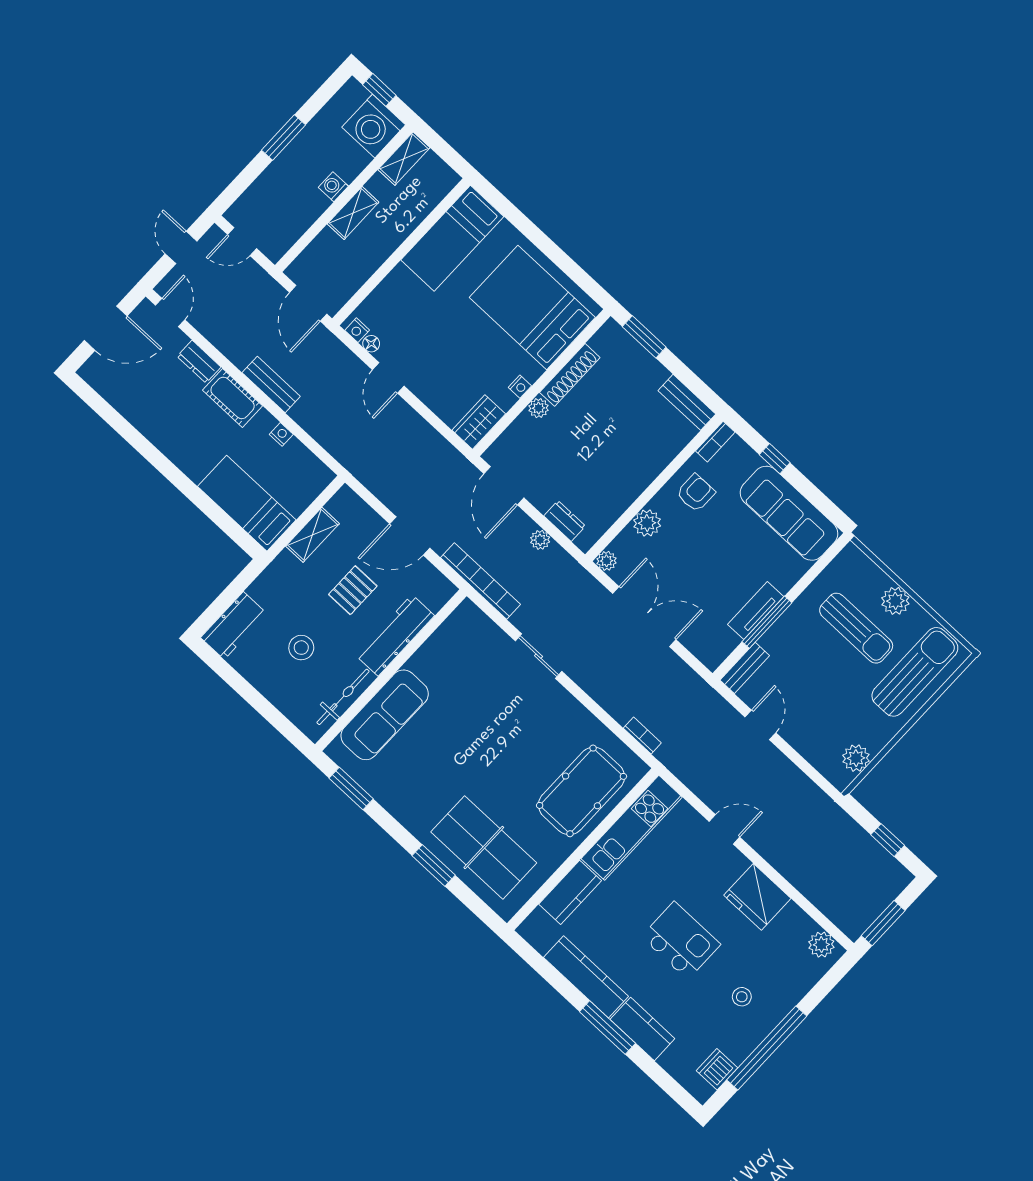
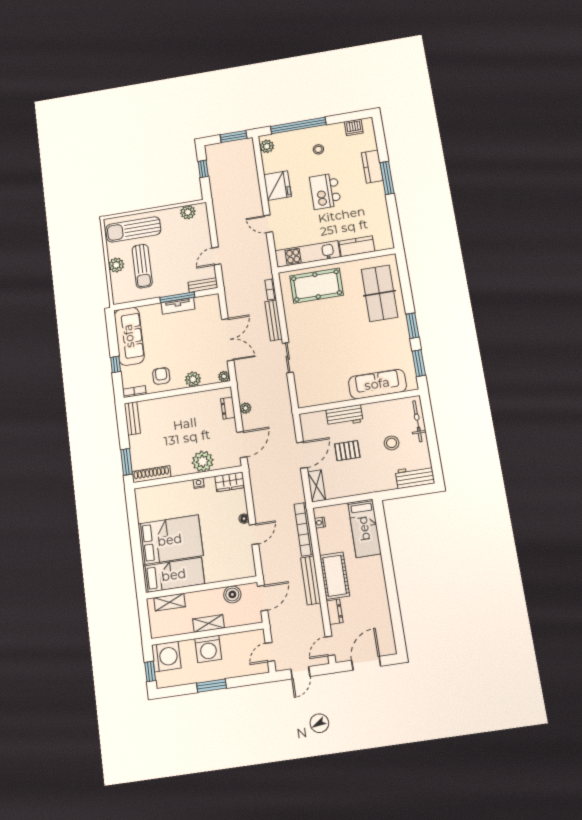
shelving: (404, 159) -> (170, 602), moved
washing machine: (333, 187) -> (208, 649), width x1.89, depth x1.89
door: (242, 242) -> (270, 652), swing flipped
boiler: (352, 276) -> (232, 594), added
bed: (532, 307) -> (170, 540), moved, turned -90
door: (106, 328) -> (366, 663), hinge flipped
nightstand: (357, 330) -> (250, 567), removed
floor lamp: (371, 344) -> (244, 519), moved
shoe rack: (570, 375) -> (151, 474), moved
bench: (271, 384) -> (311, 580), width x1.36
cot: (233, 398) -> (335, 576), width x1.37, depth x1.34
plant: (539, 408) -> (203, 461), width x1.87, depth x1.87
nightstand: (281, 434) -> (320, 523), moved
armchair: (696, 493) -> (161, 376), turned 90
shelving: (313, 535) -> (317, 486), moved, turned 90
door: (410, 536) -> (302, 455), hinge flipped
bookcase: (480, 581) -> (304, 529), moved
double door: (644, 617) -> (228, 340), swing flipped
sun lounger: (856, 628) -> (142, 266), turned 180
workbench: (395, 635) -> (344, 416), width x0.73
bench: (602, 694) -> (274, 320), added
bicycle: (343, 697) -> (417, 421), moved, turned 90
window: (434, 865) -> (412, 326), moved
kitchen counter: (586, 977) -> (379, 206), removed
window: (767, 1048) -> (298, 126), moved

